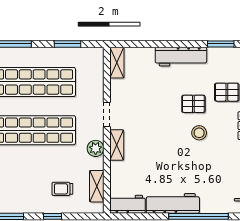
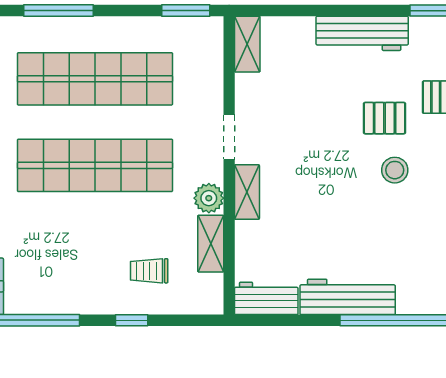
window: (67, 44) -> (186, 11), moved
shelving: (97, 186) -> (211, 244), moved

